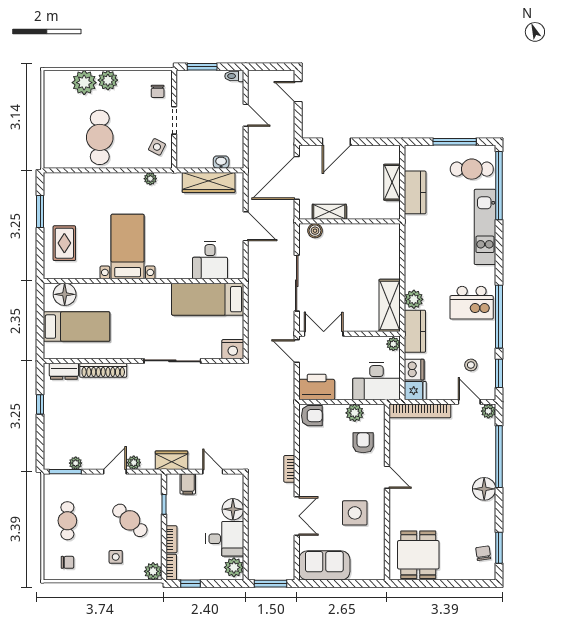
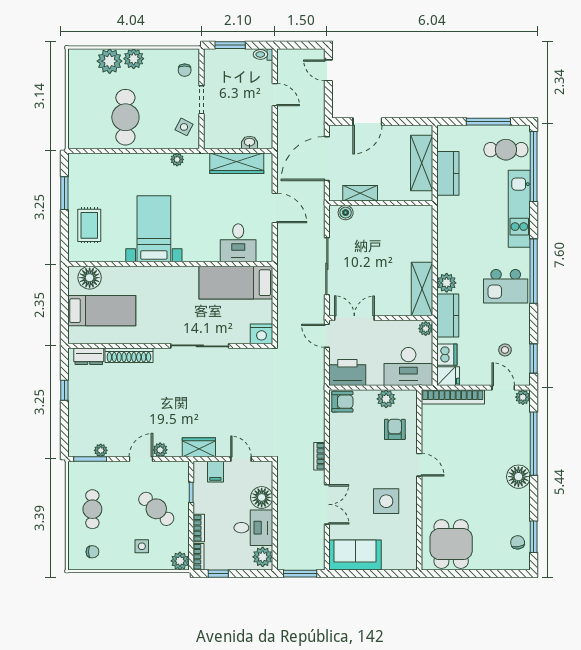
shelving: (392, 182) -> (422, 163), width x1.50, depth x1.33
window: (499, 317) -> (534, 271), moved

